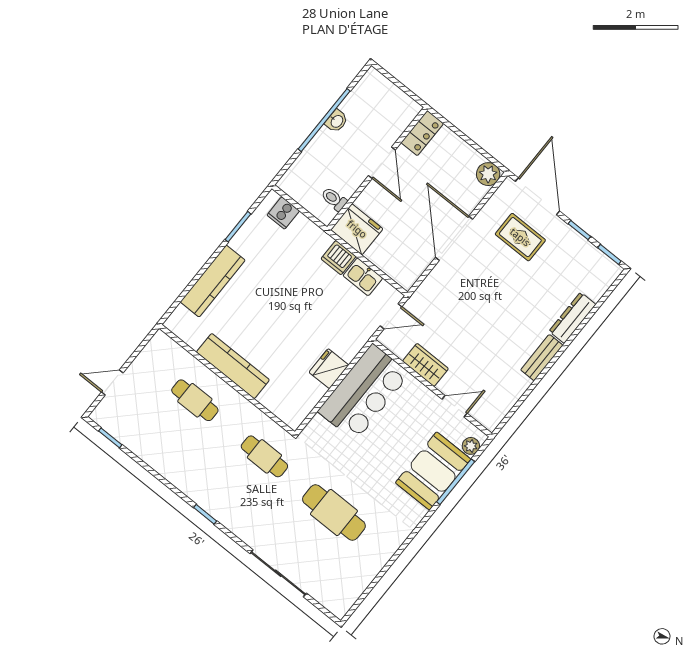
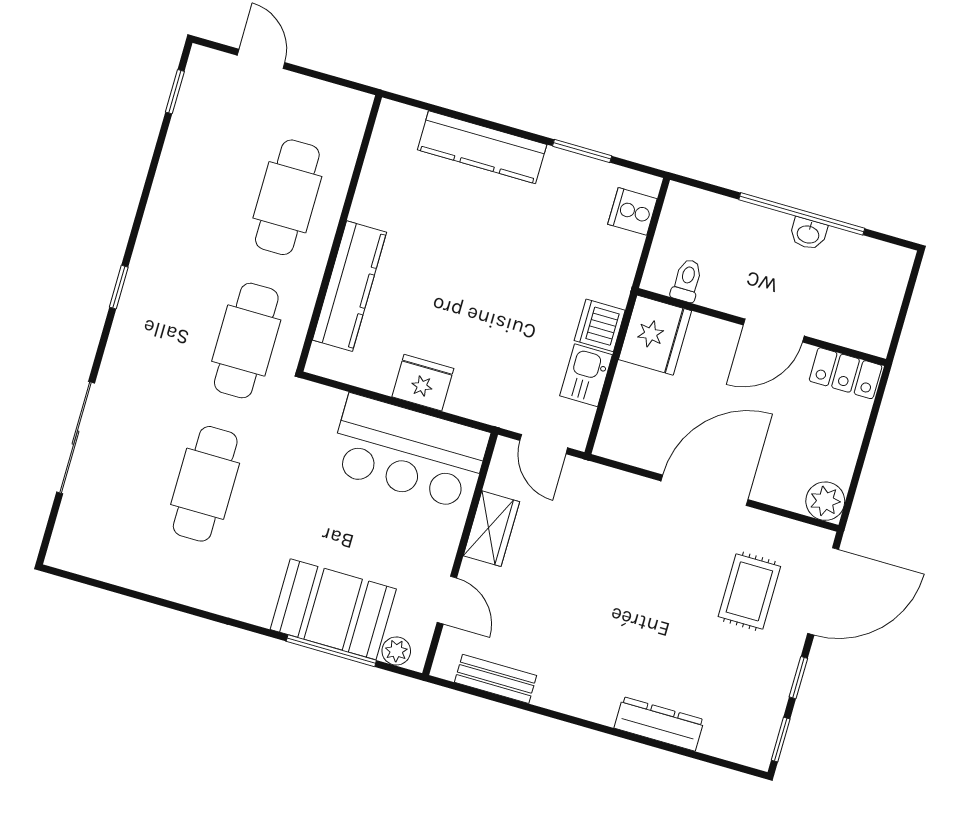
bench: (542, 358) -> (496, 679), moved
kitchen counter: (233, 366) -> (350, 286), moved
cafe table: (195, 400) -> (287, 197), width x1.37, depth x1.35
cafe table: (264, 456) -> (246, 341), width x1.37, depth x1.35

